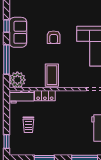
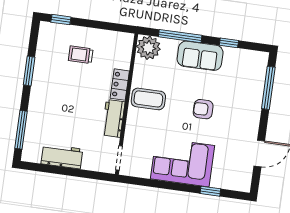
sofa: (18, 32) -> (200, 56), moved
workbench: (22, 97) -> (113, 118), moved

